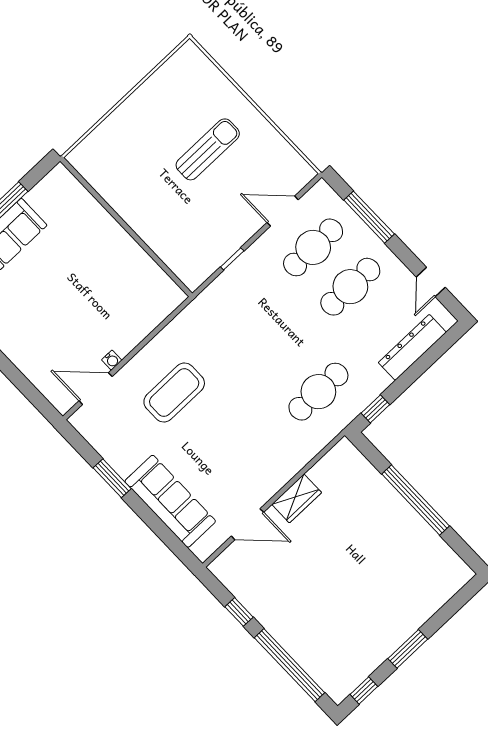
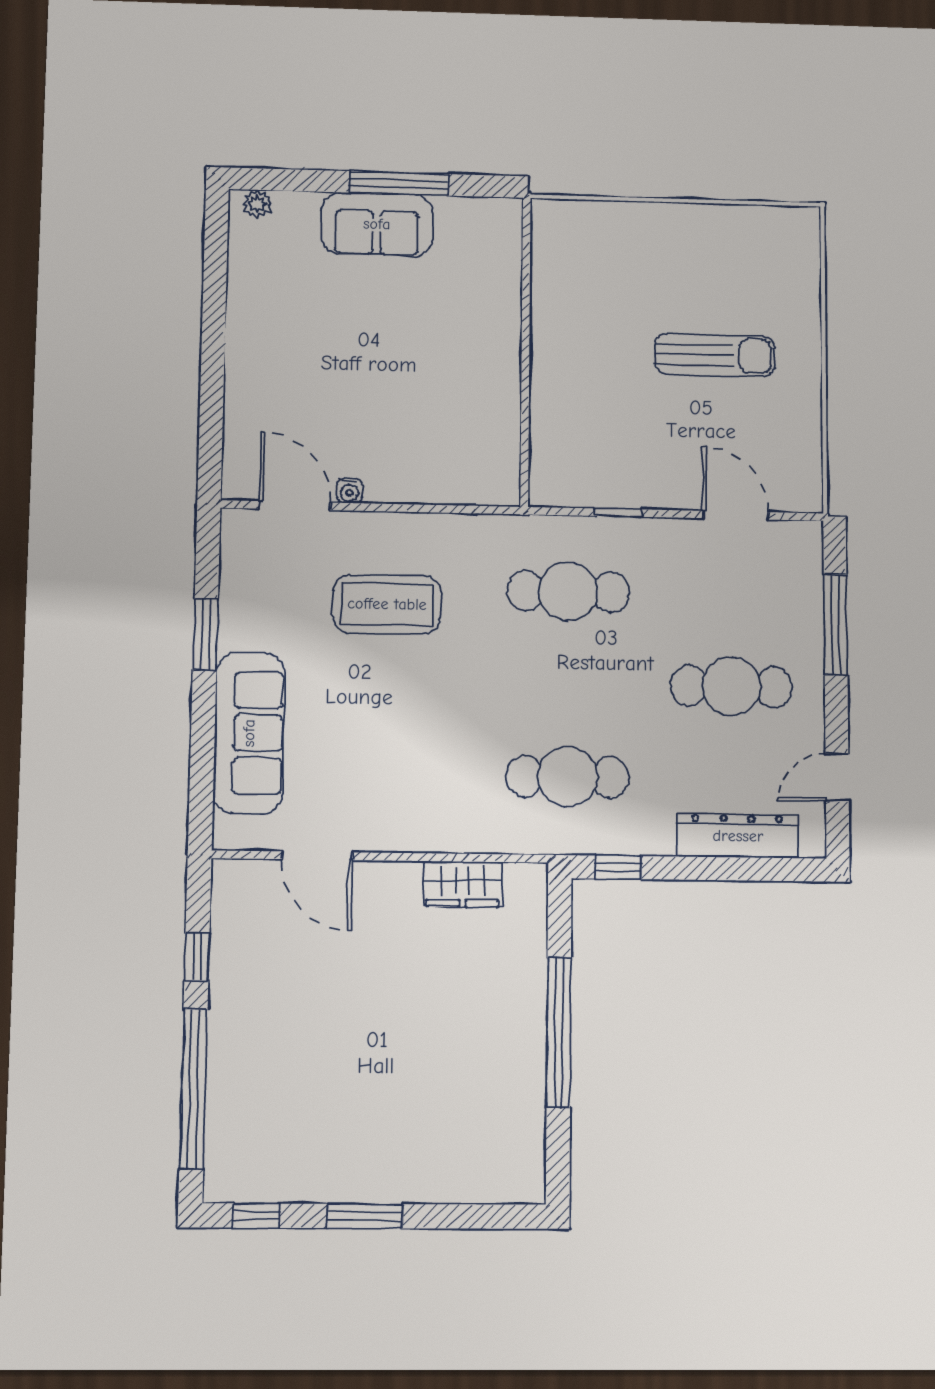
cafe table: (313, 247) -> (568, 591), moved
wardrobe: (297, 498) -> (463, 884), moved

